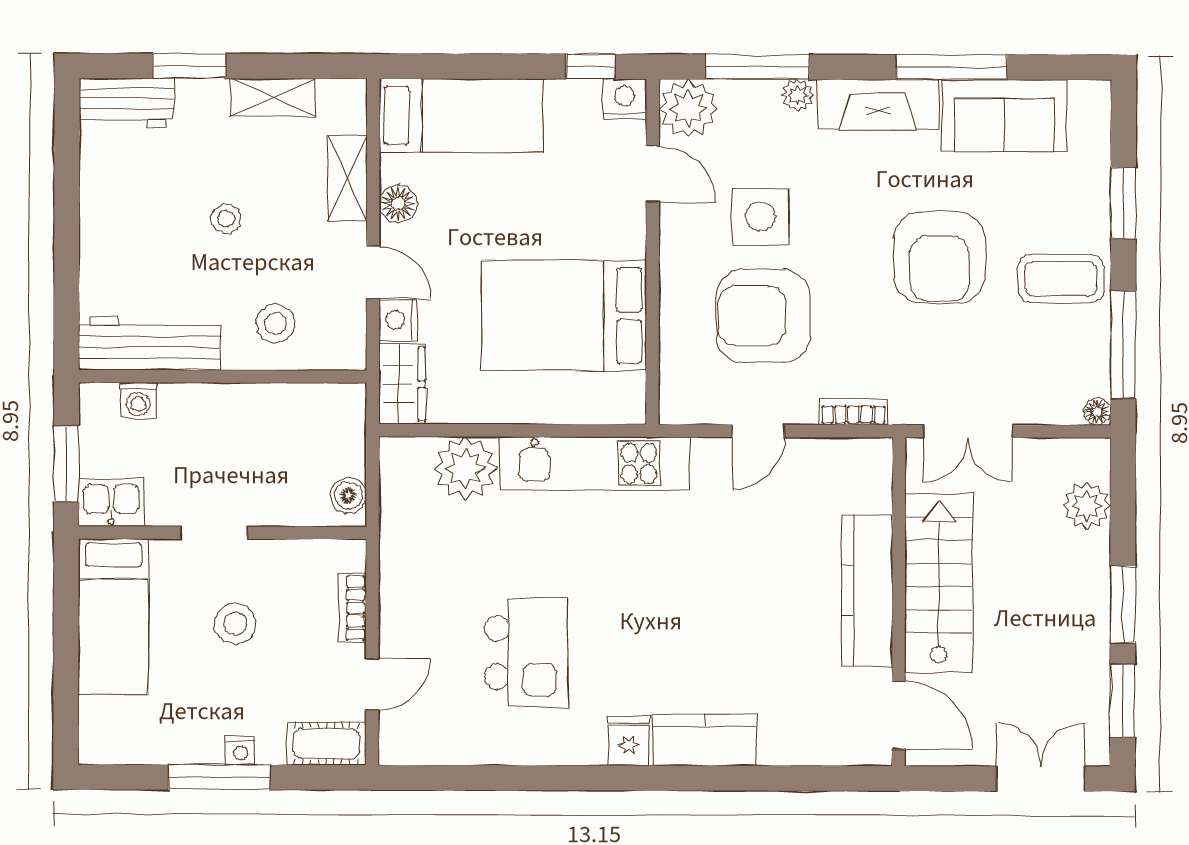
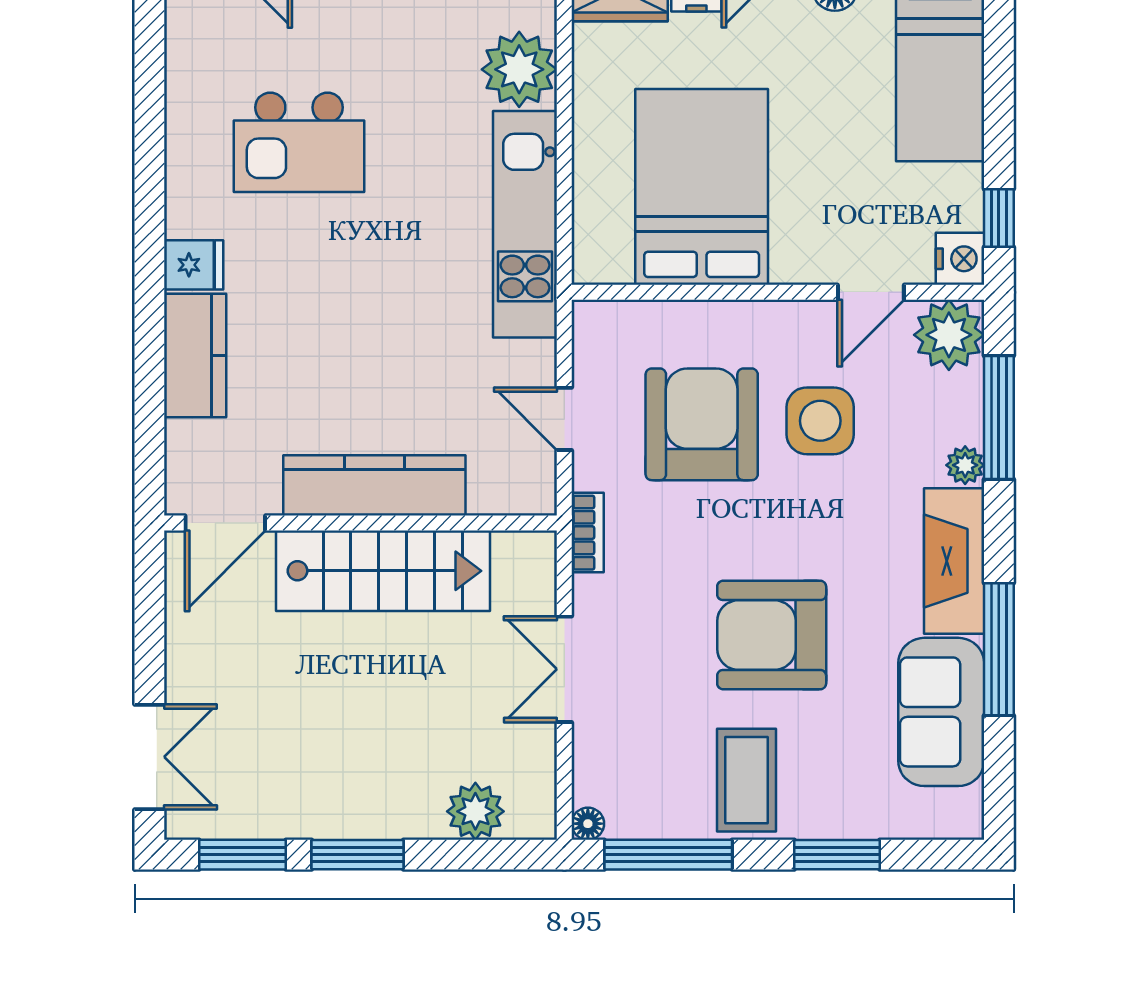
stairs: (939, 583) -> (383, 571), moved
kitchen counter: (867, 590) -> (374, 485), moved
wall: (899, 602) -> (361, 523), moved
door: (898, 715) -> (225, 523), moved

